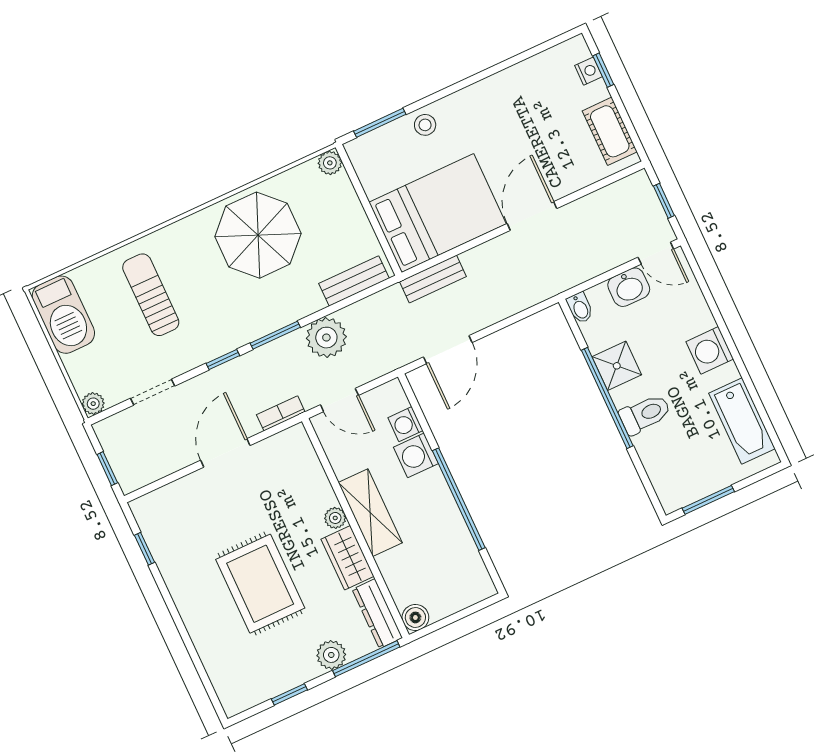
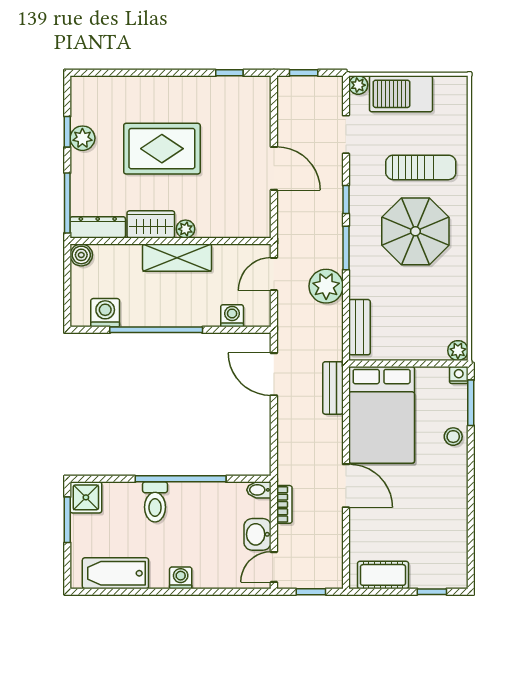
nightstand: (589, 71) -> (459, 375), moved, turned 180
parasol: (258, 235) -> (415, 231), moved
barbecue: (63, 315) -> (401, 94), moved
washing machine: (710, 350) -> (181, 578), width x0.73, depth x0.73
shower: (617, 366) -> (86, 497), moved
bookcase: (281, 413) -> (284, 504), moved
washing machine: (416, 455) -> (105, 313), moved
plant: (331, 655) -> (82, 138), moved

